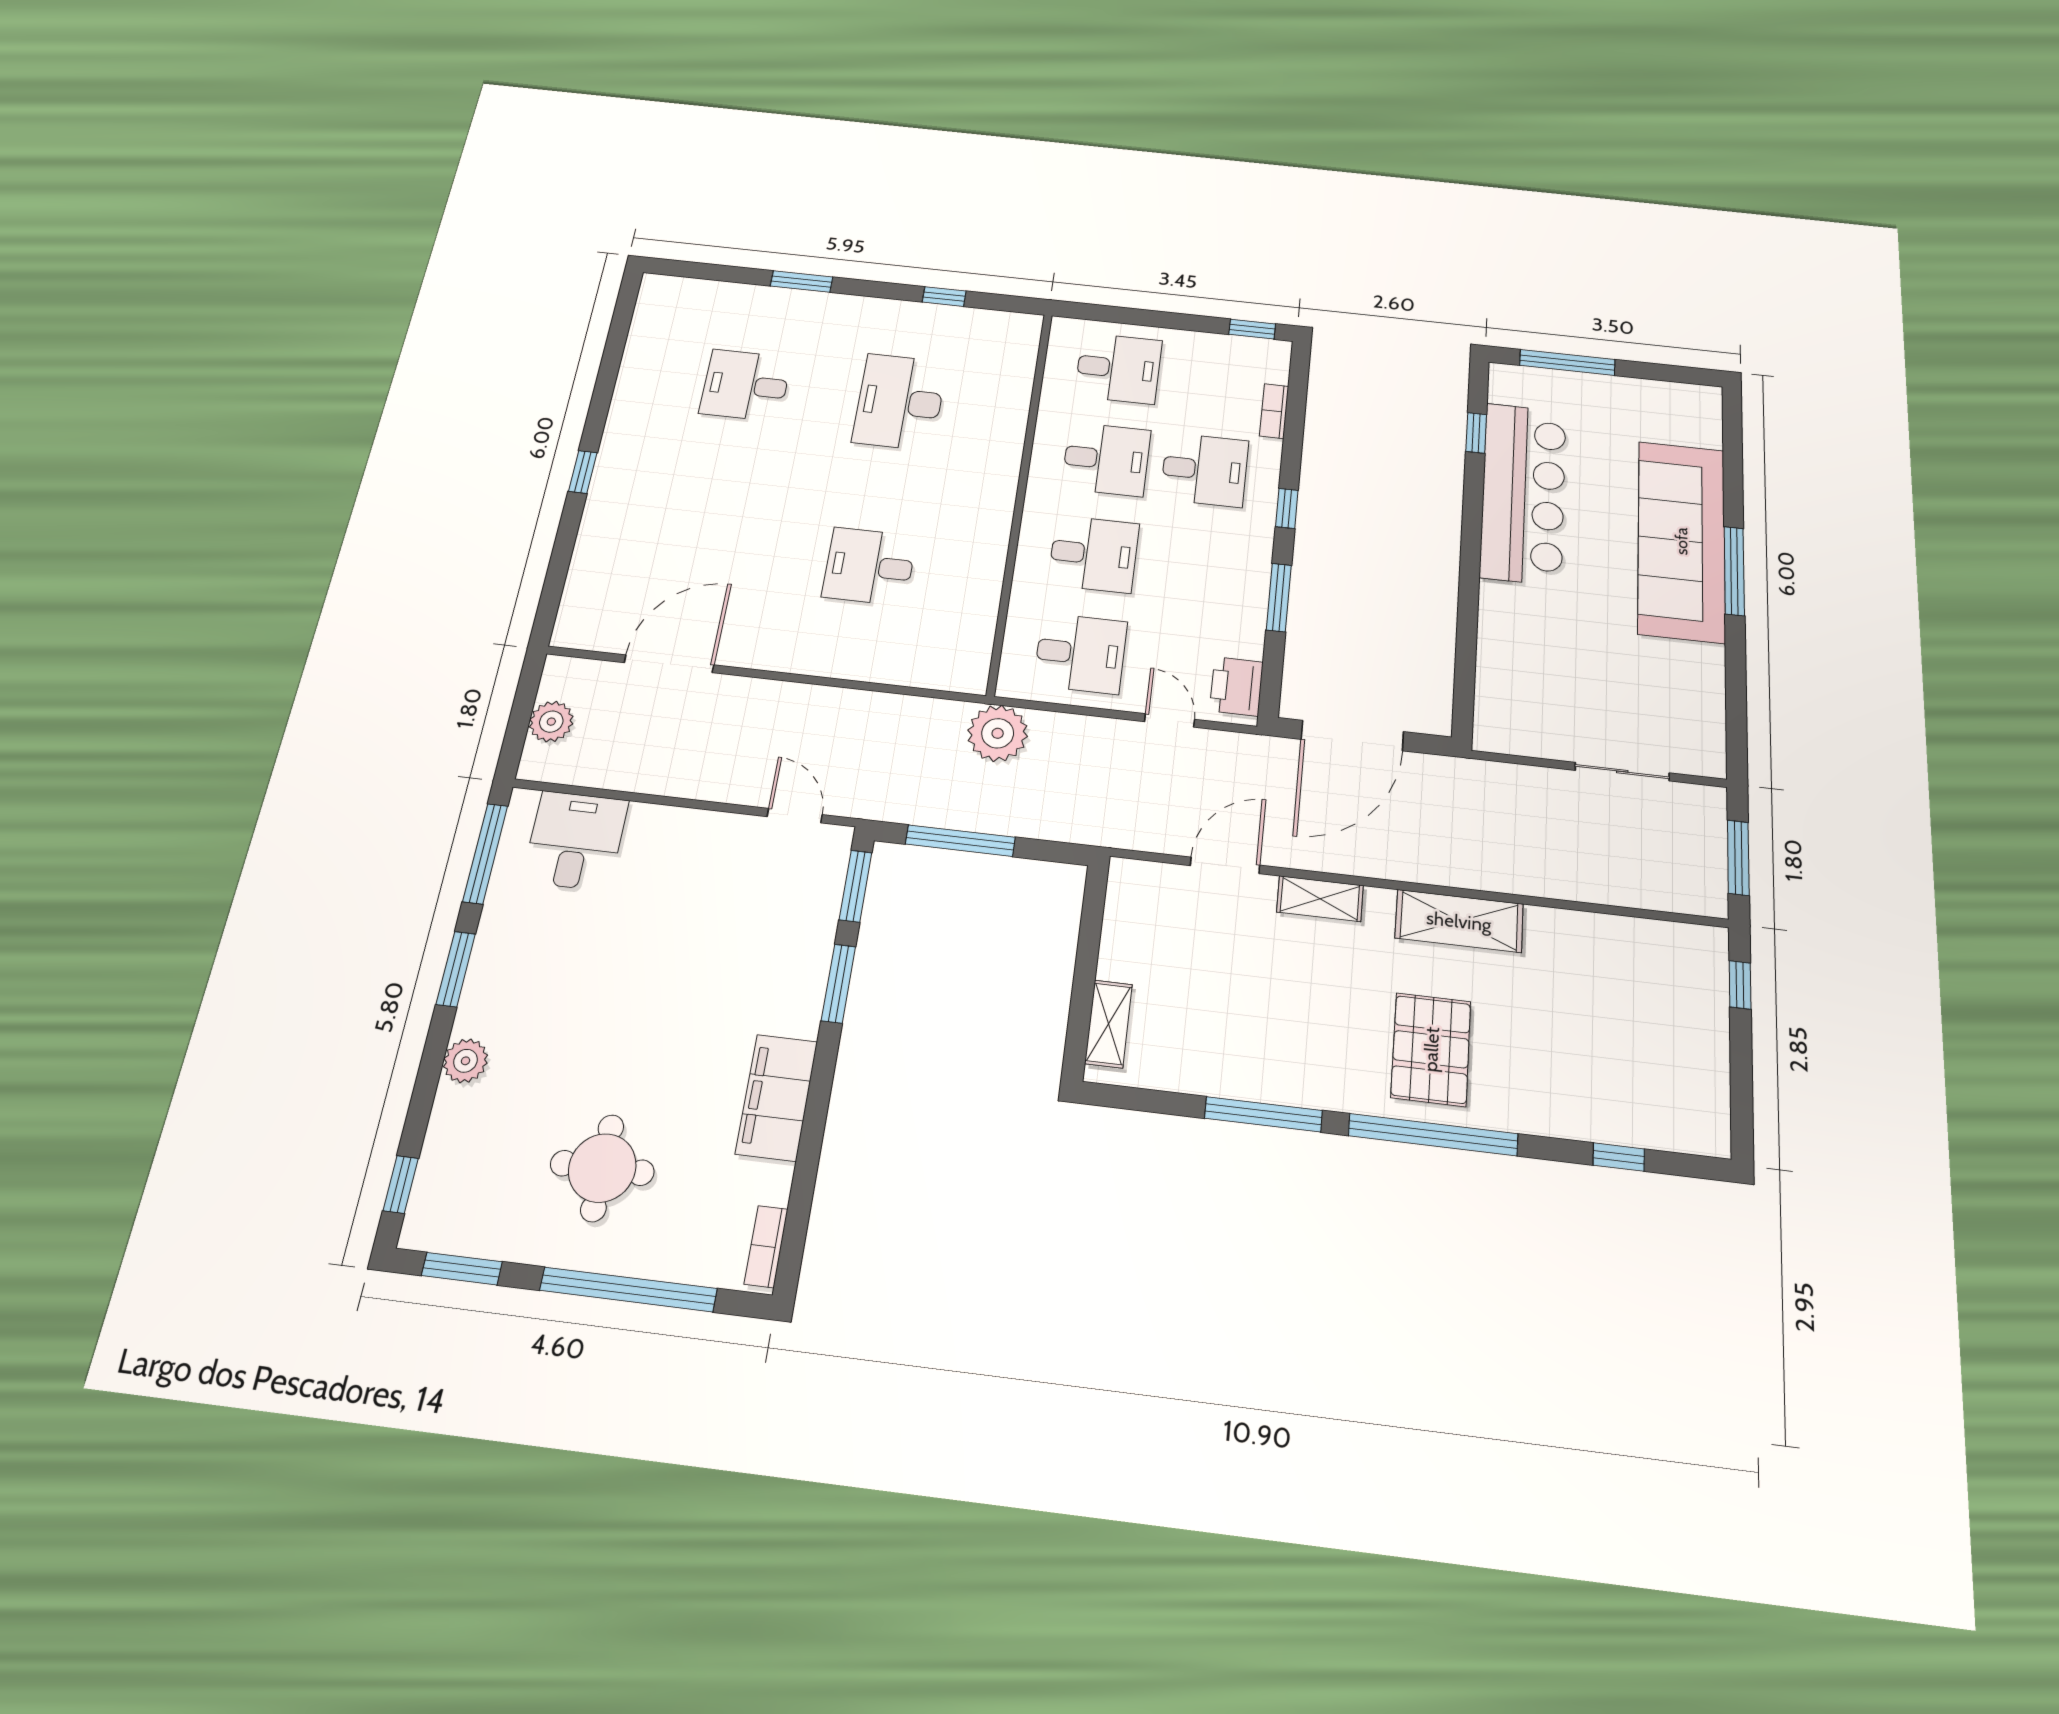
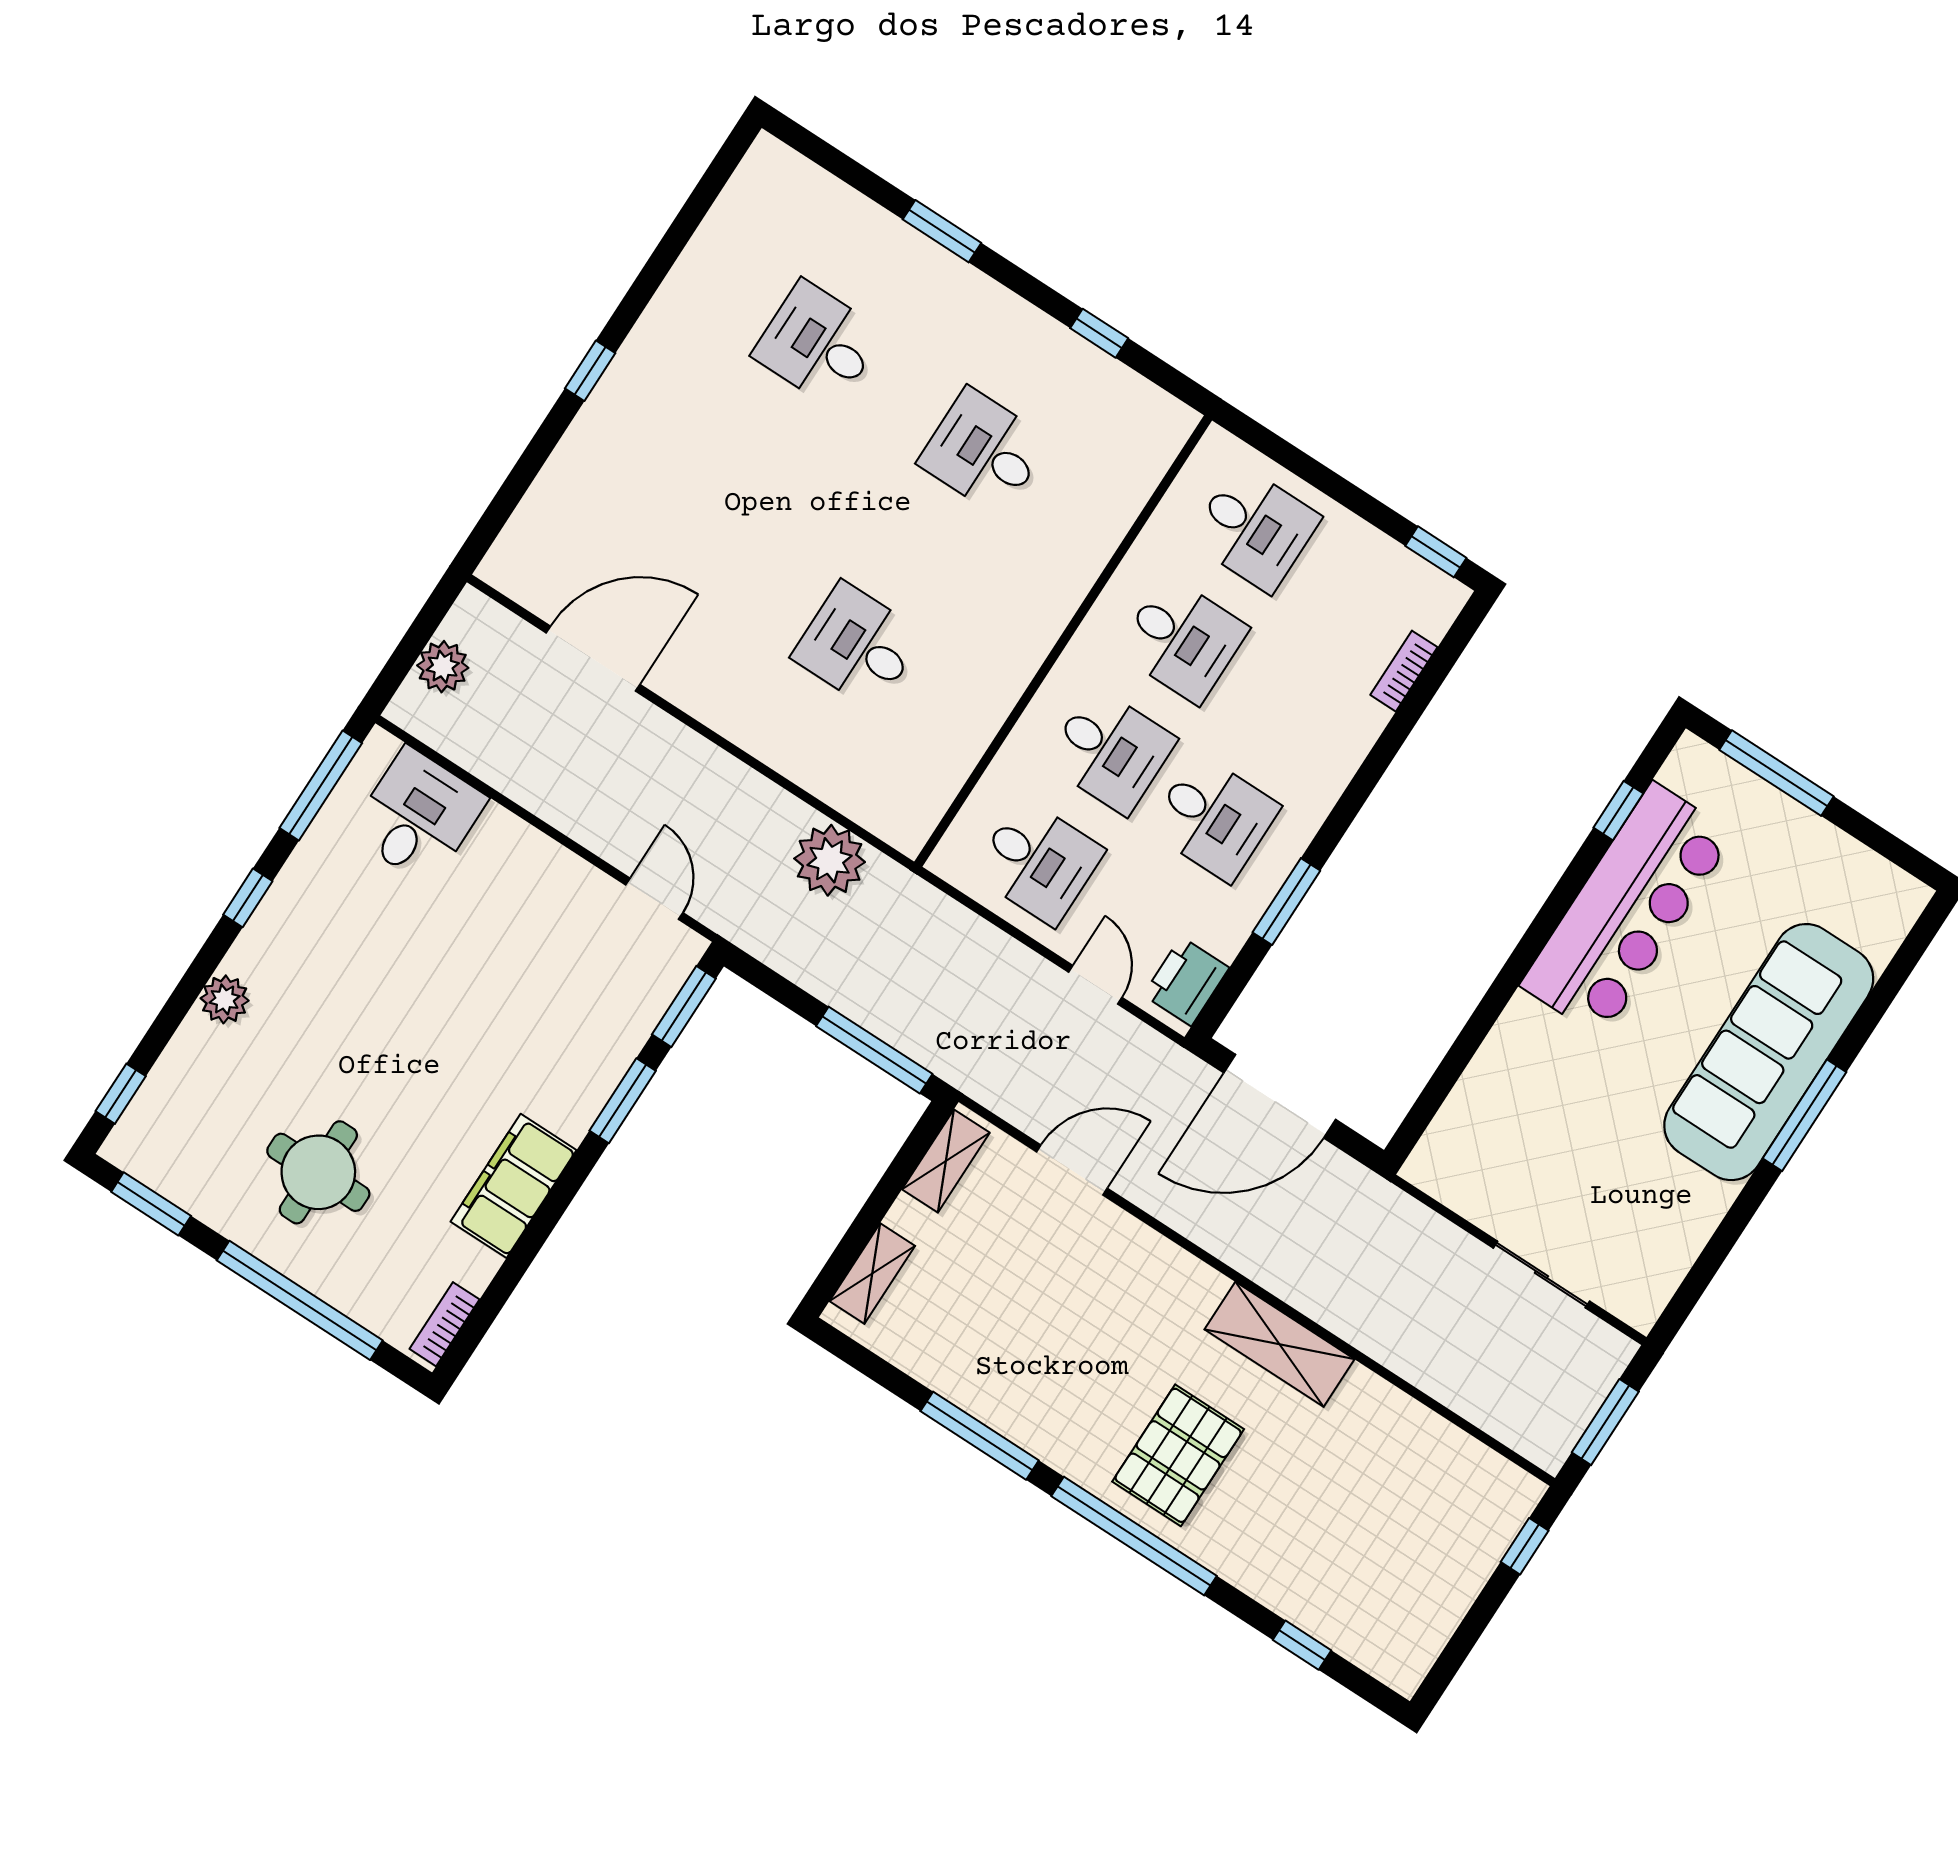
desk: (900, 402) -> (984, 452), width x0.73
desk: (1205, 470) -> (1214, 818), moved
window: (1287, 508) -> (1353, 799), removed
plant: (998, 733) -> (830, 860), moved
window: (960, 841) -> (874, 1050), moved
shelving: (1320, 899) -> (946, 1161), moved, turned 90
window: (456, 969) -> (248, 898), width x0.67

